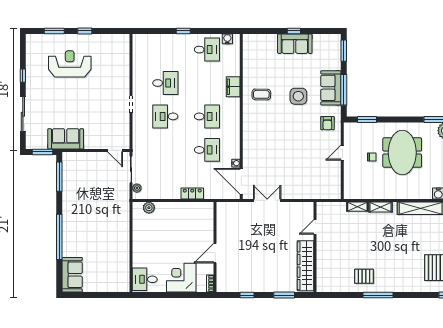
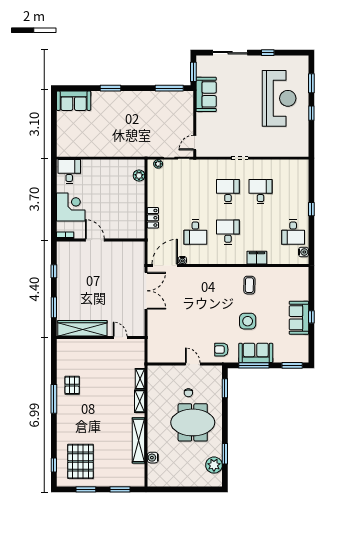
reception desk: (70, 64) -> (279, 98), width x1.36, depth x1.30
desk: (165, 83) -> (261, 192), turned 180
desk: (207, 116) -> (228, 232), turned 180
double door: (267, 200) -> (146, 291), width x1.37
window: (59, 237) -> (110, 88), width x0.47

